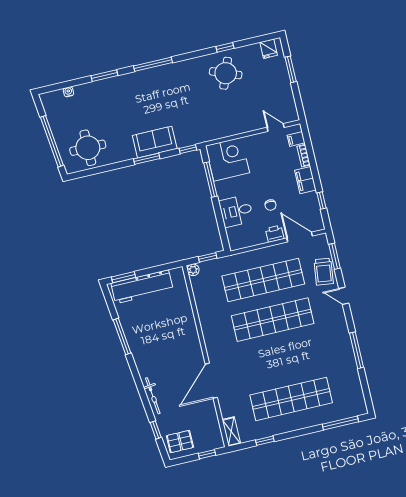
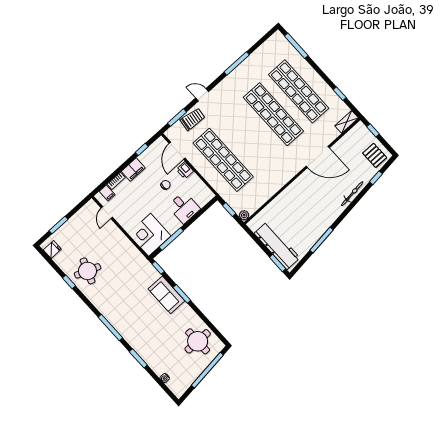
door: (344, 296) -> (202, 95), swing flipped
shop shelf: (273, 320) -> (273, 114), moved

